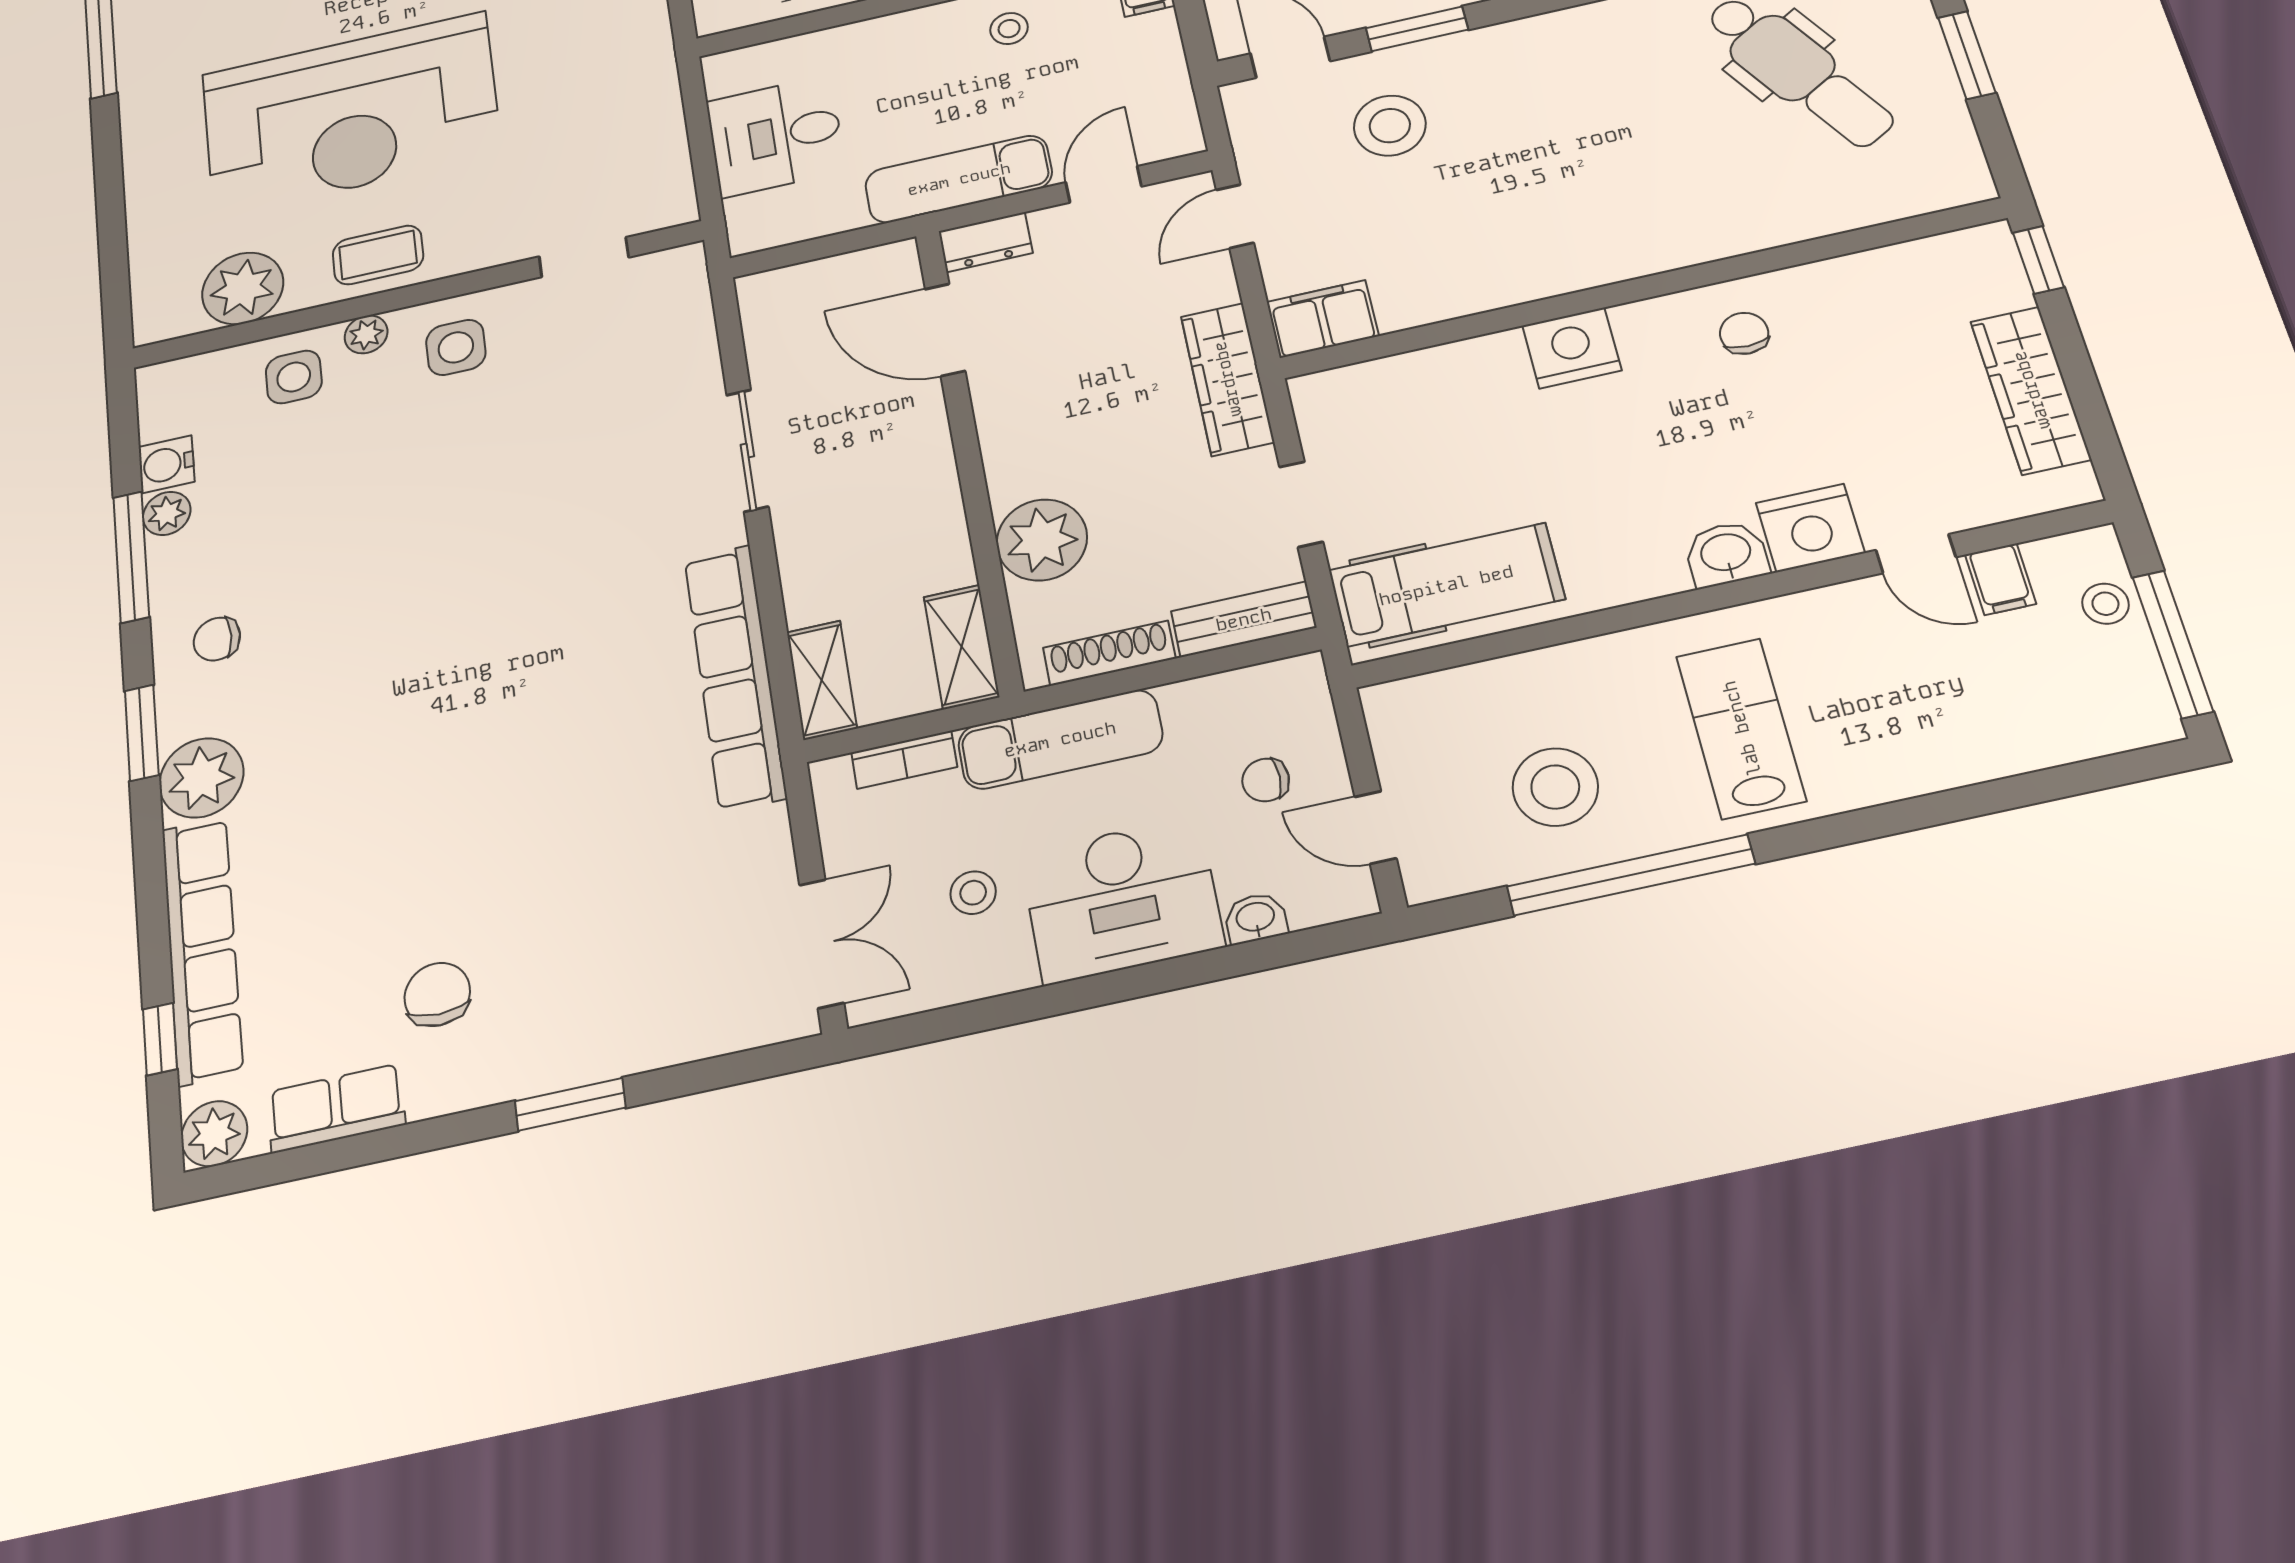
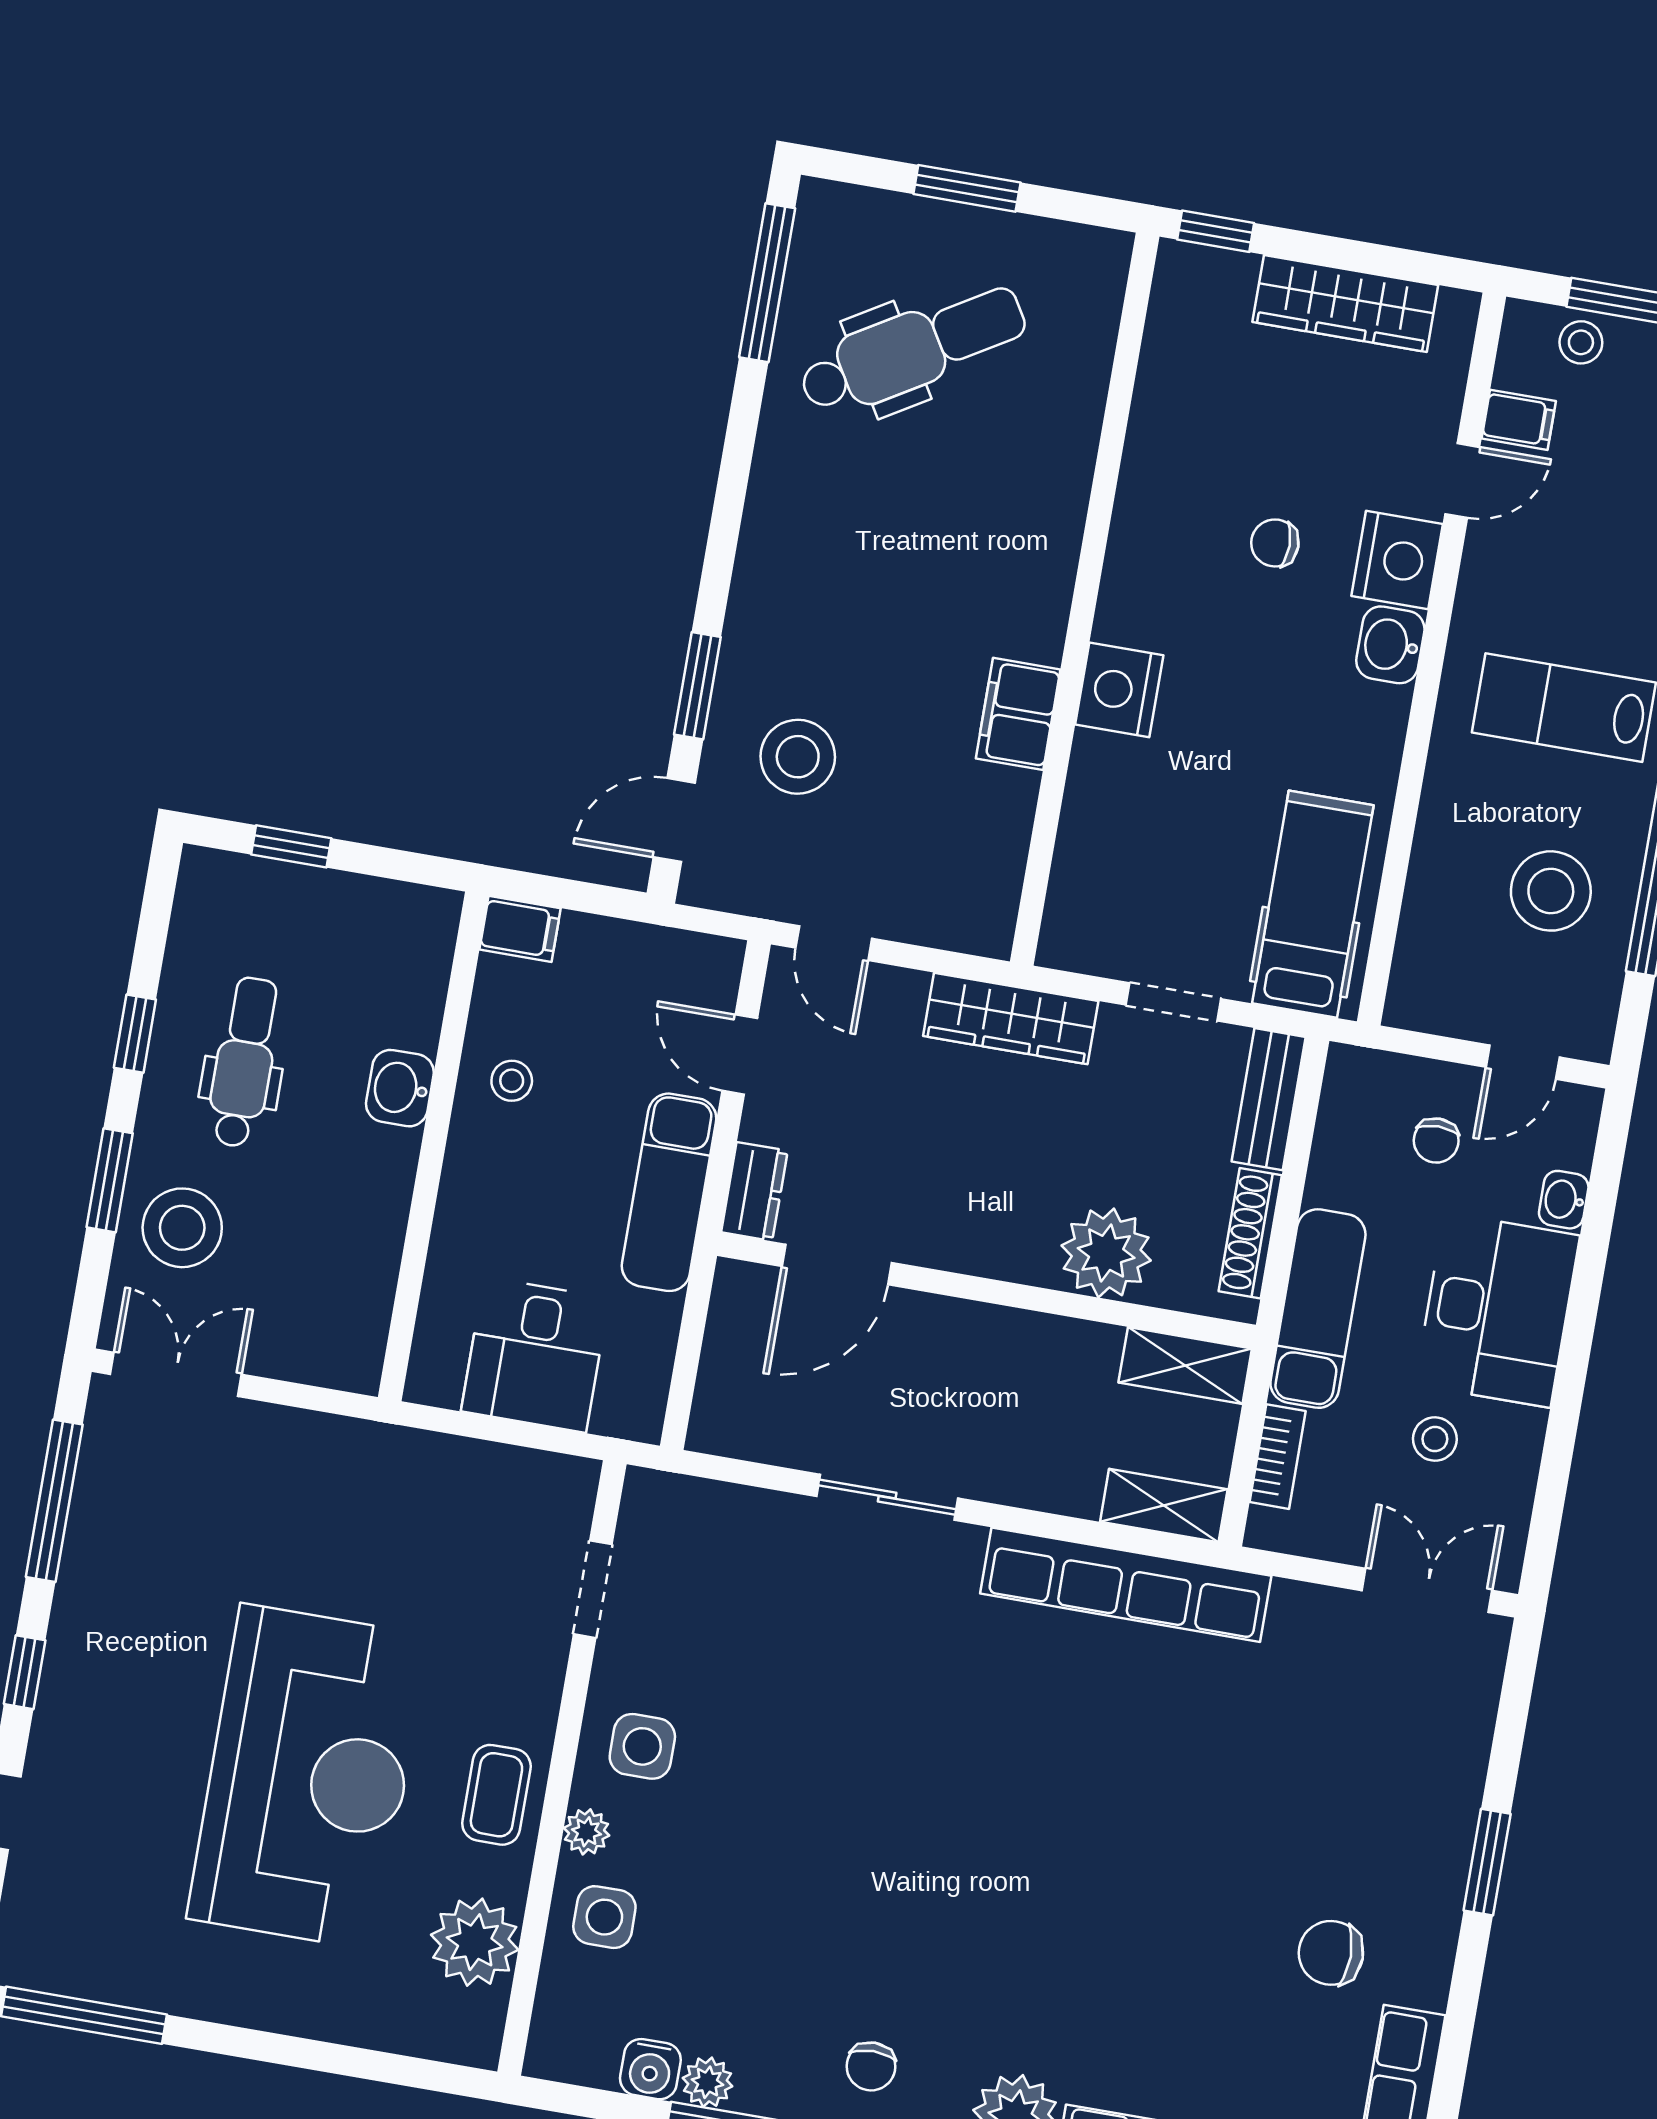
filing cabinet: (1323, 319) -> (1018, 714), moved
chair: (1744, 333) -> (1275, 543), moved

